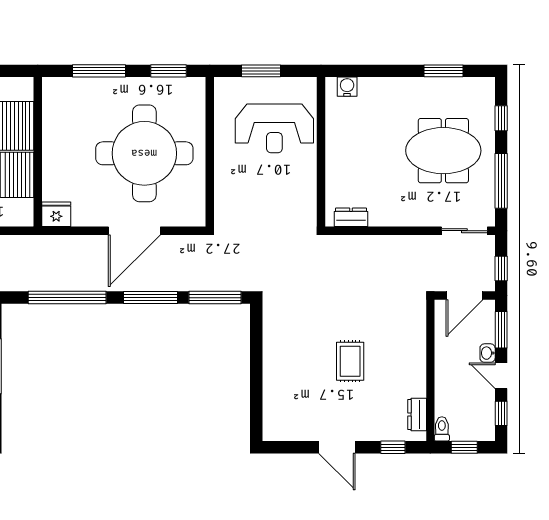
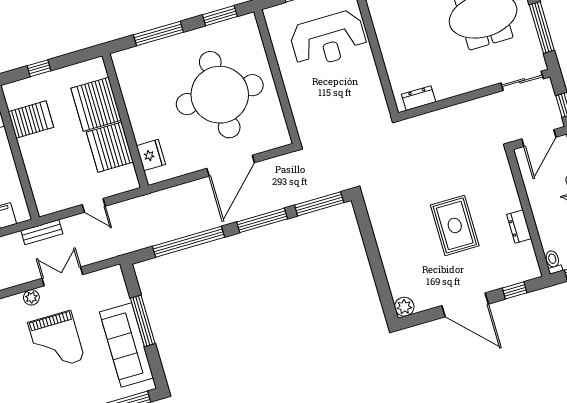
fridge: (56, 214) -> (151, 155), moved, turned 90
rug: (350, 361) -> (455, 225), width x1.36, depth x1.43
dresser: (417, 415) -> (519, 227), moved
plant: (273, 431) -> (404, 307), added
door: (337, 447) -> (465, 305), width x1.36

